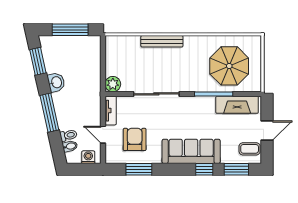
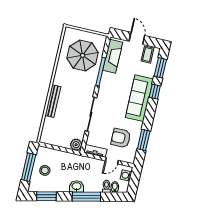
stool: (71, 52) -> (45, 170), added
washbasin: (56, 82) -> (77, 186), moved

